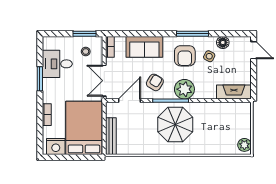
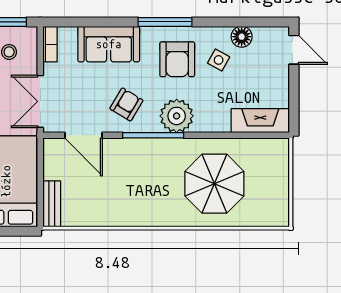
window: (192, 34) -> (165, 22), moved
door: (130, 101) -> (84, 135), swing flipped
parasol: (175, 124) -> (214, 184), moved
bench: (111, 136) -> (52, 204), width x0.73
plant: (244, 145) -> (278, 210), removed

